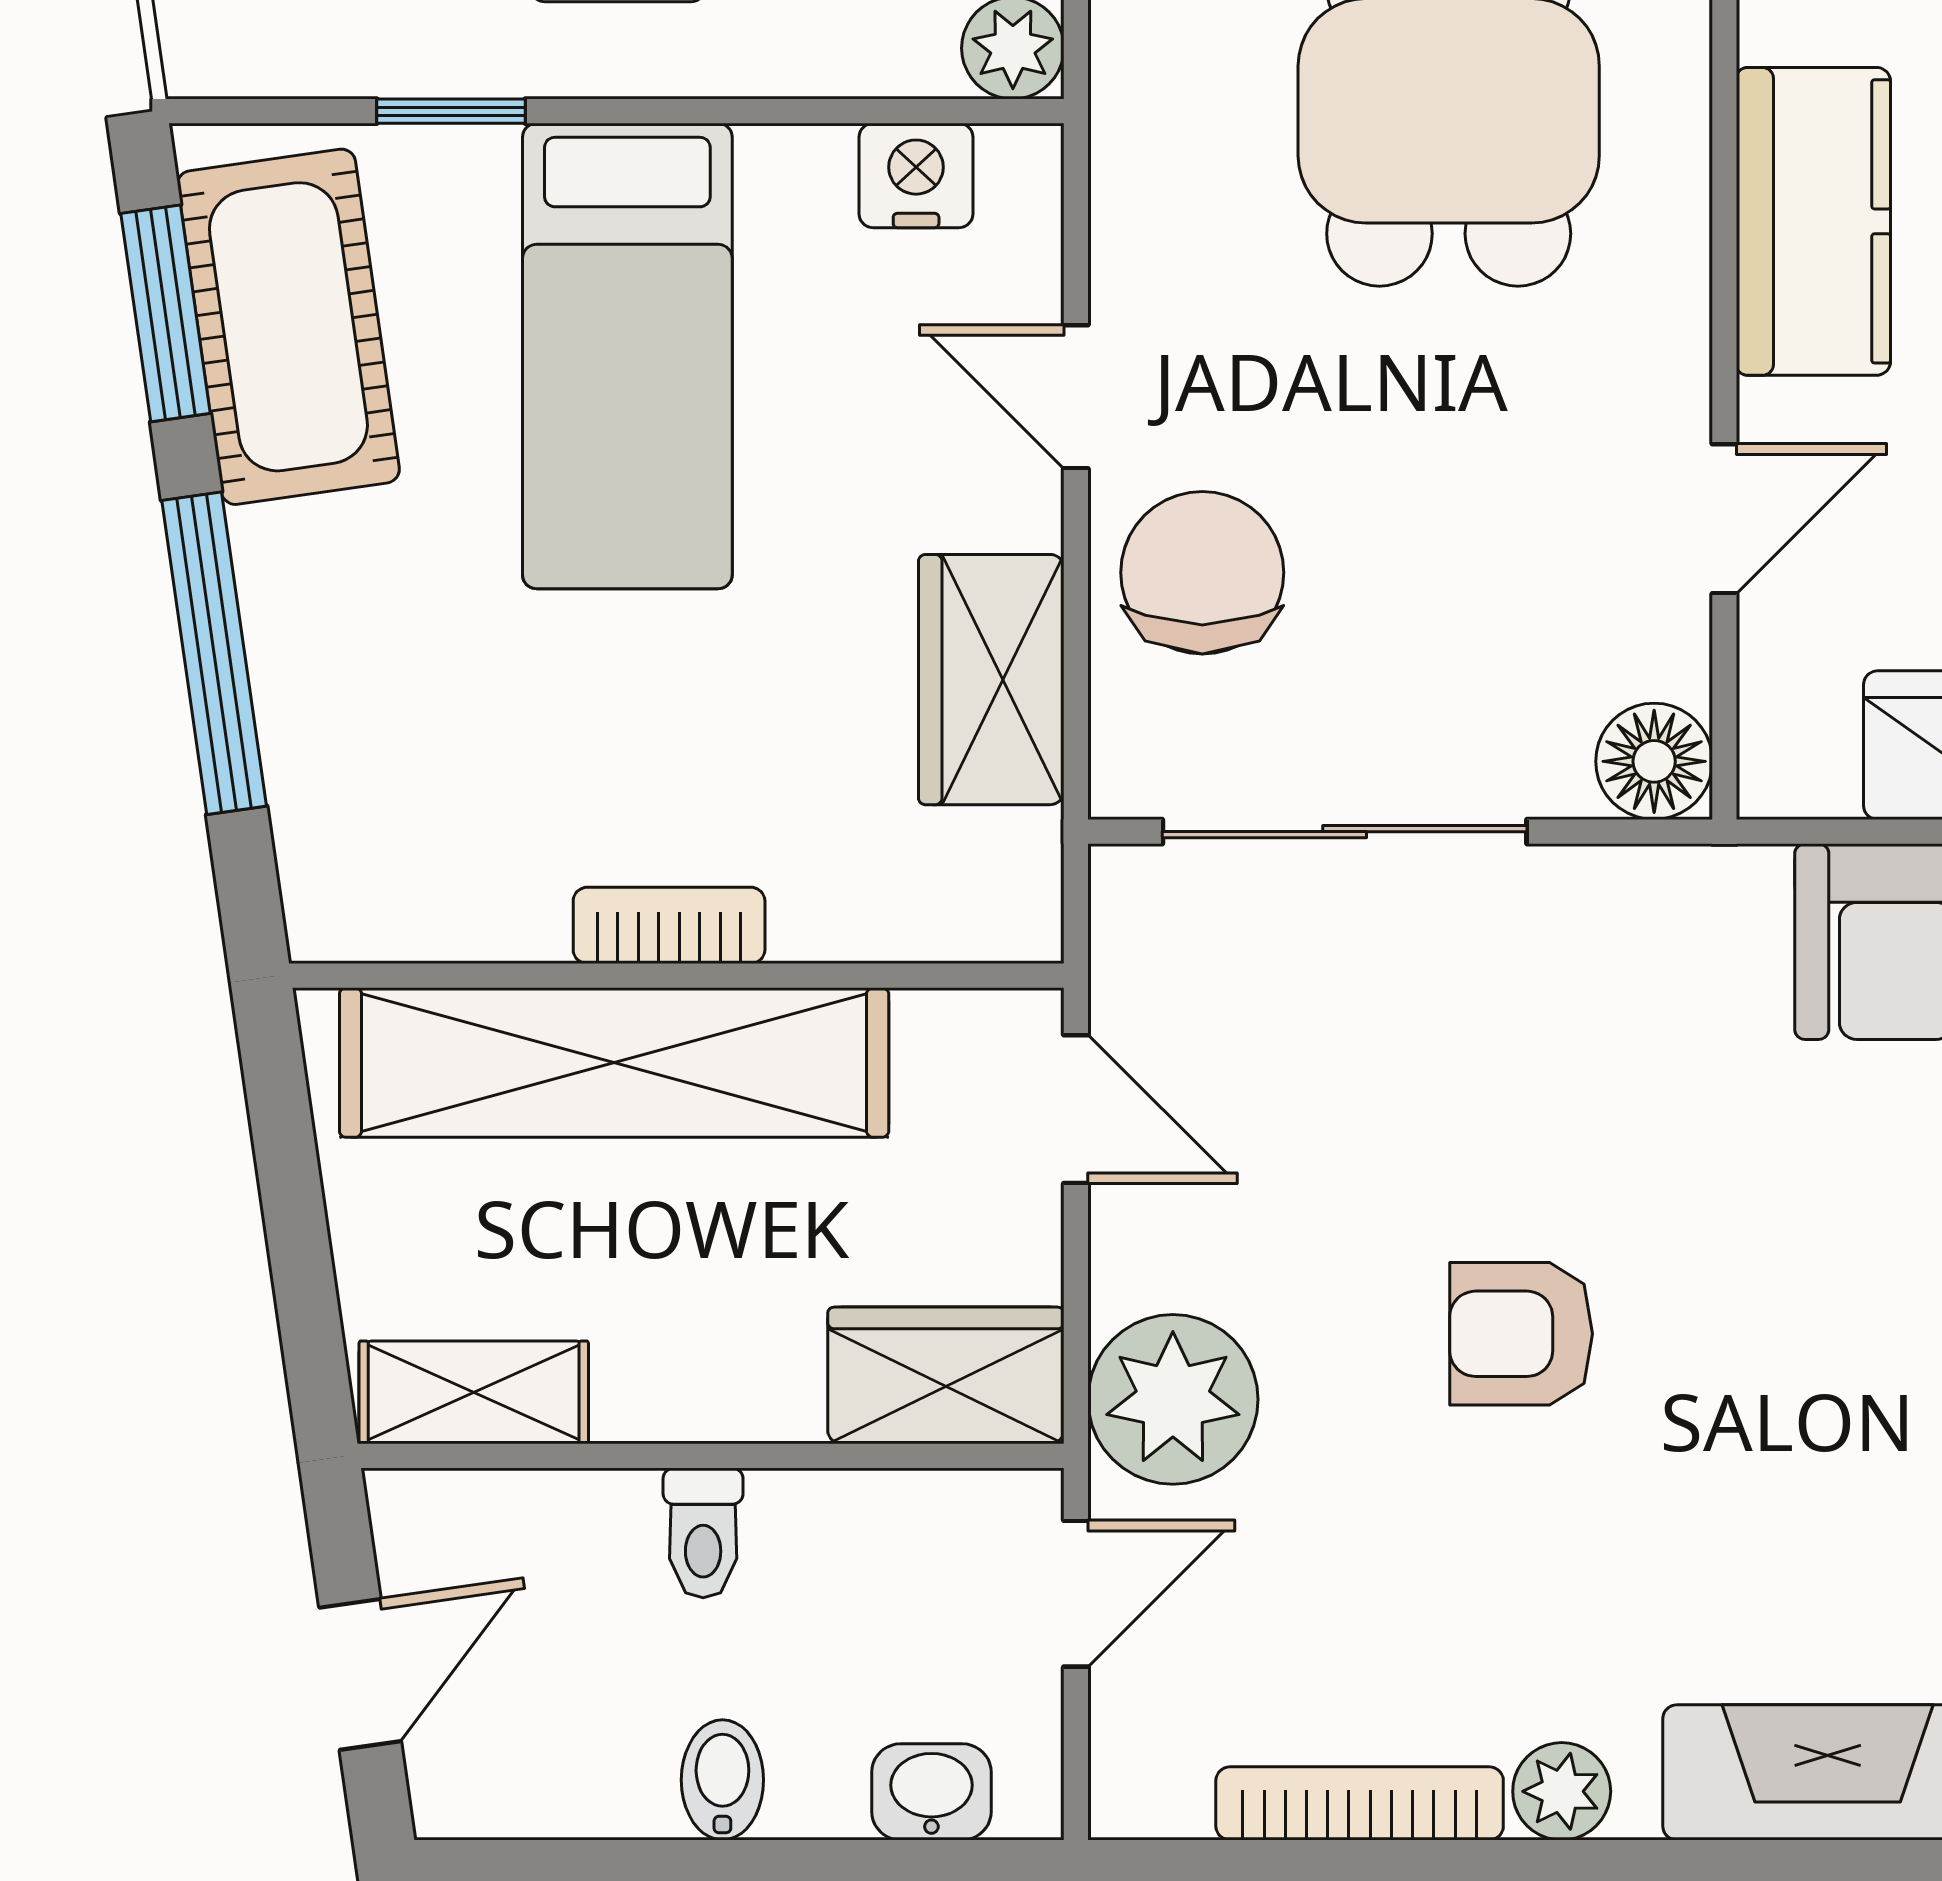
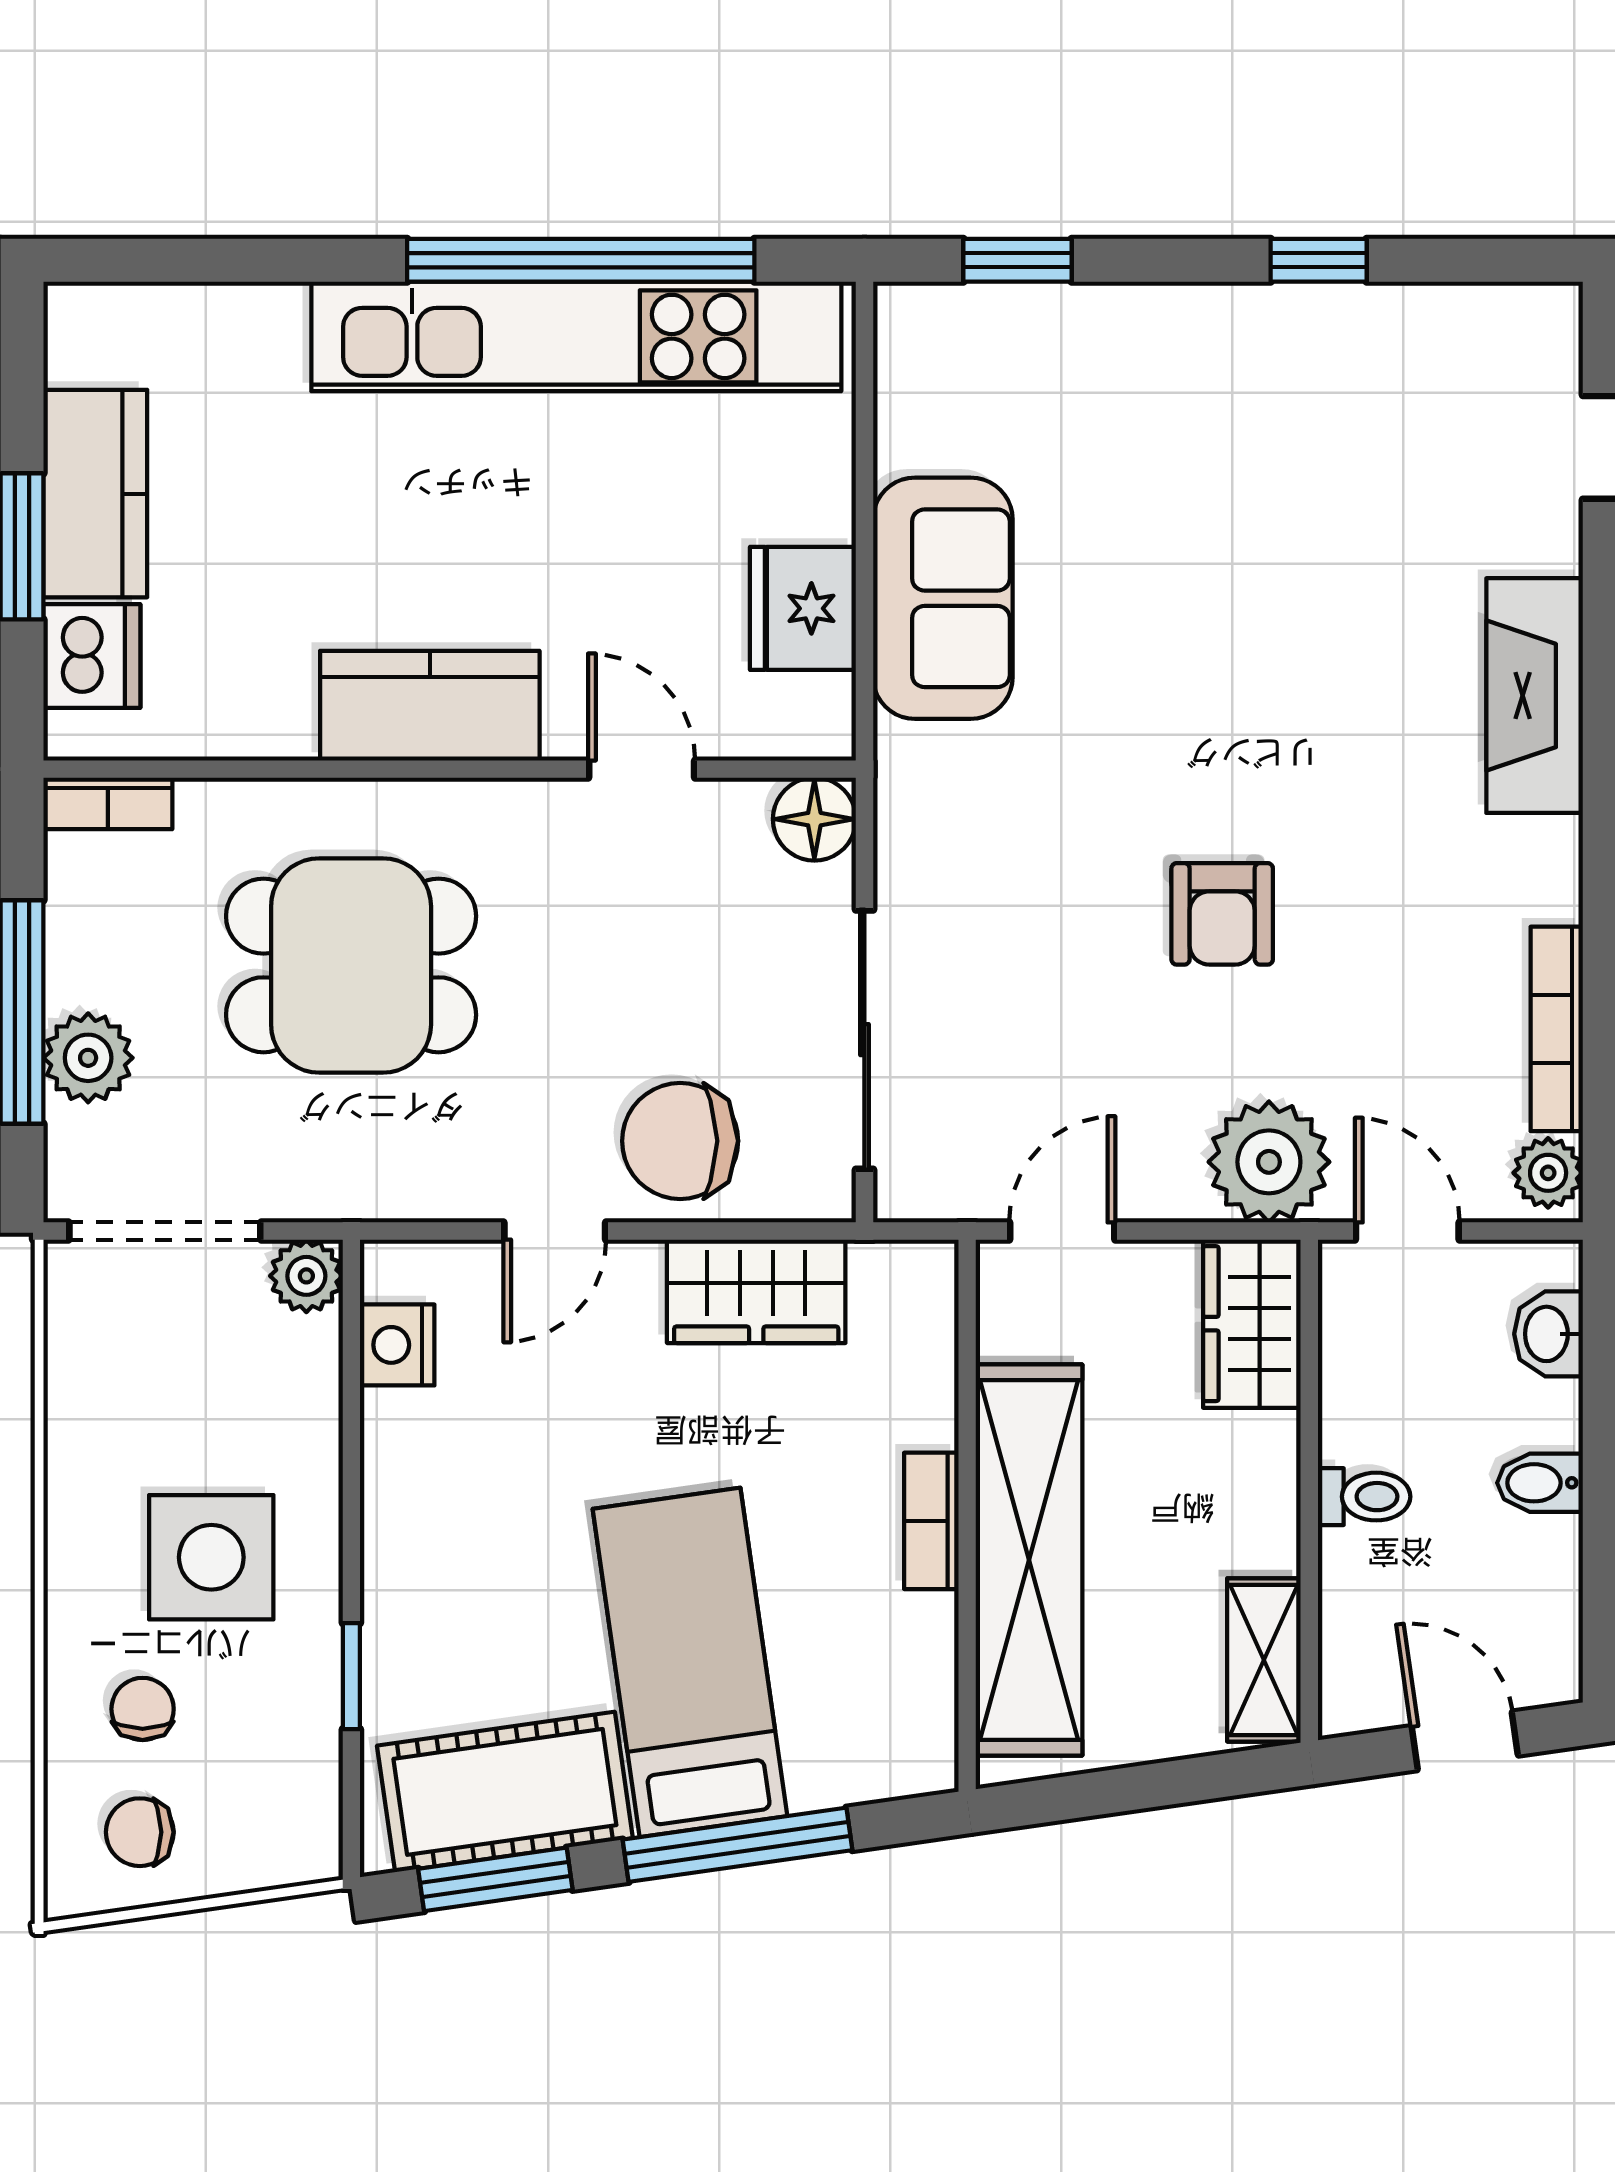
bed: (627, 356) -> (690, 1662), moved, turned -98
plant: (1562, 1791) -> (1548, 1173), moved

